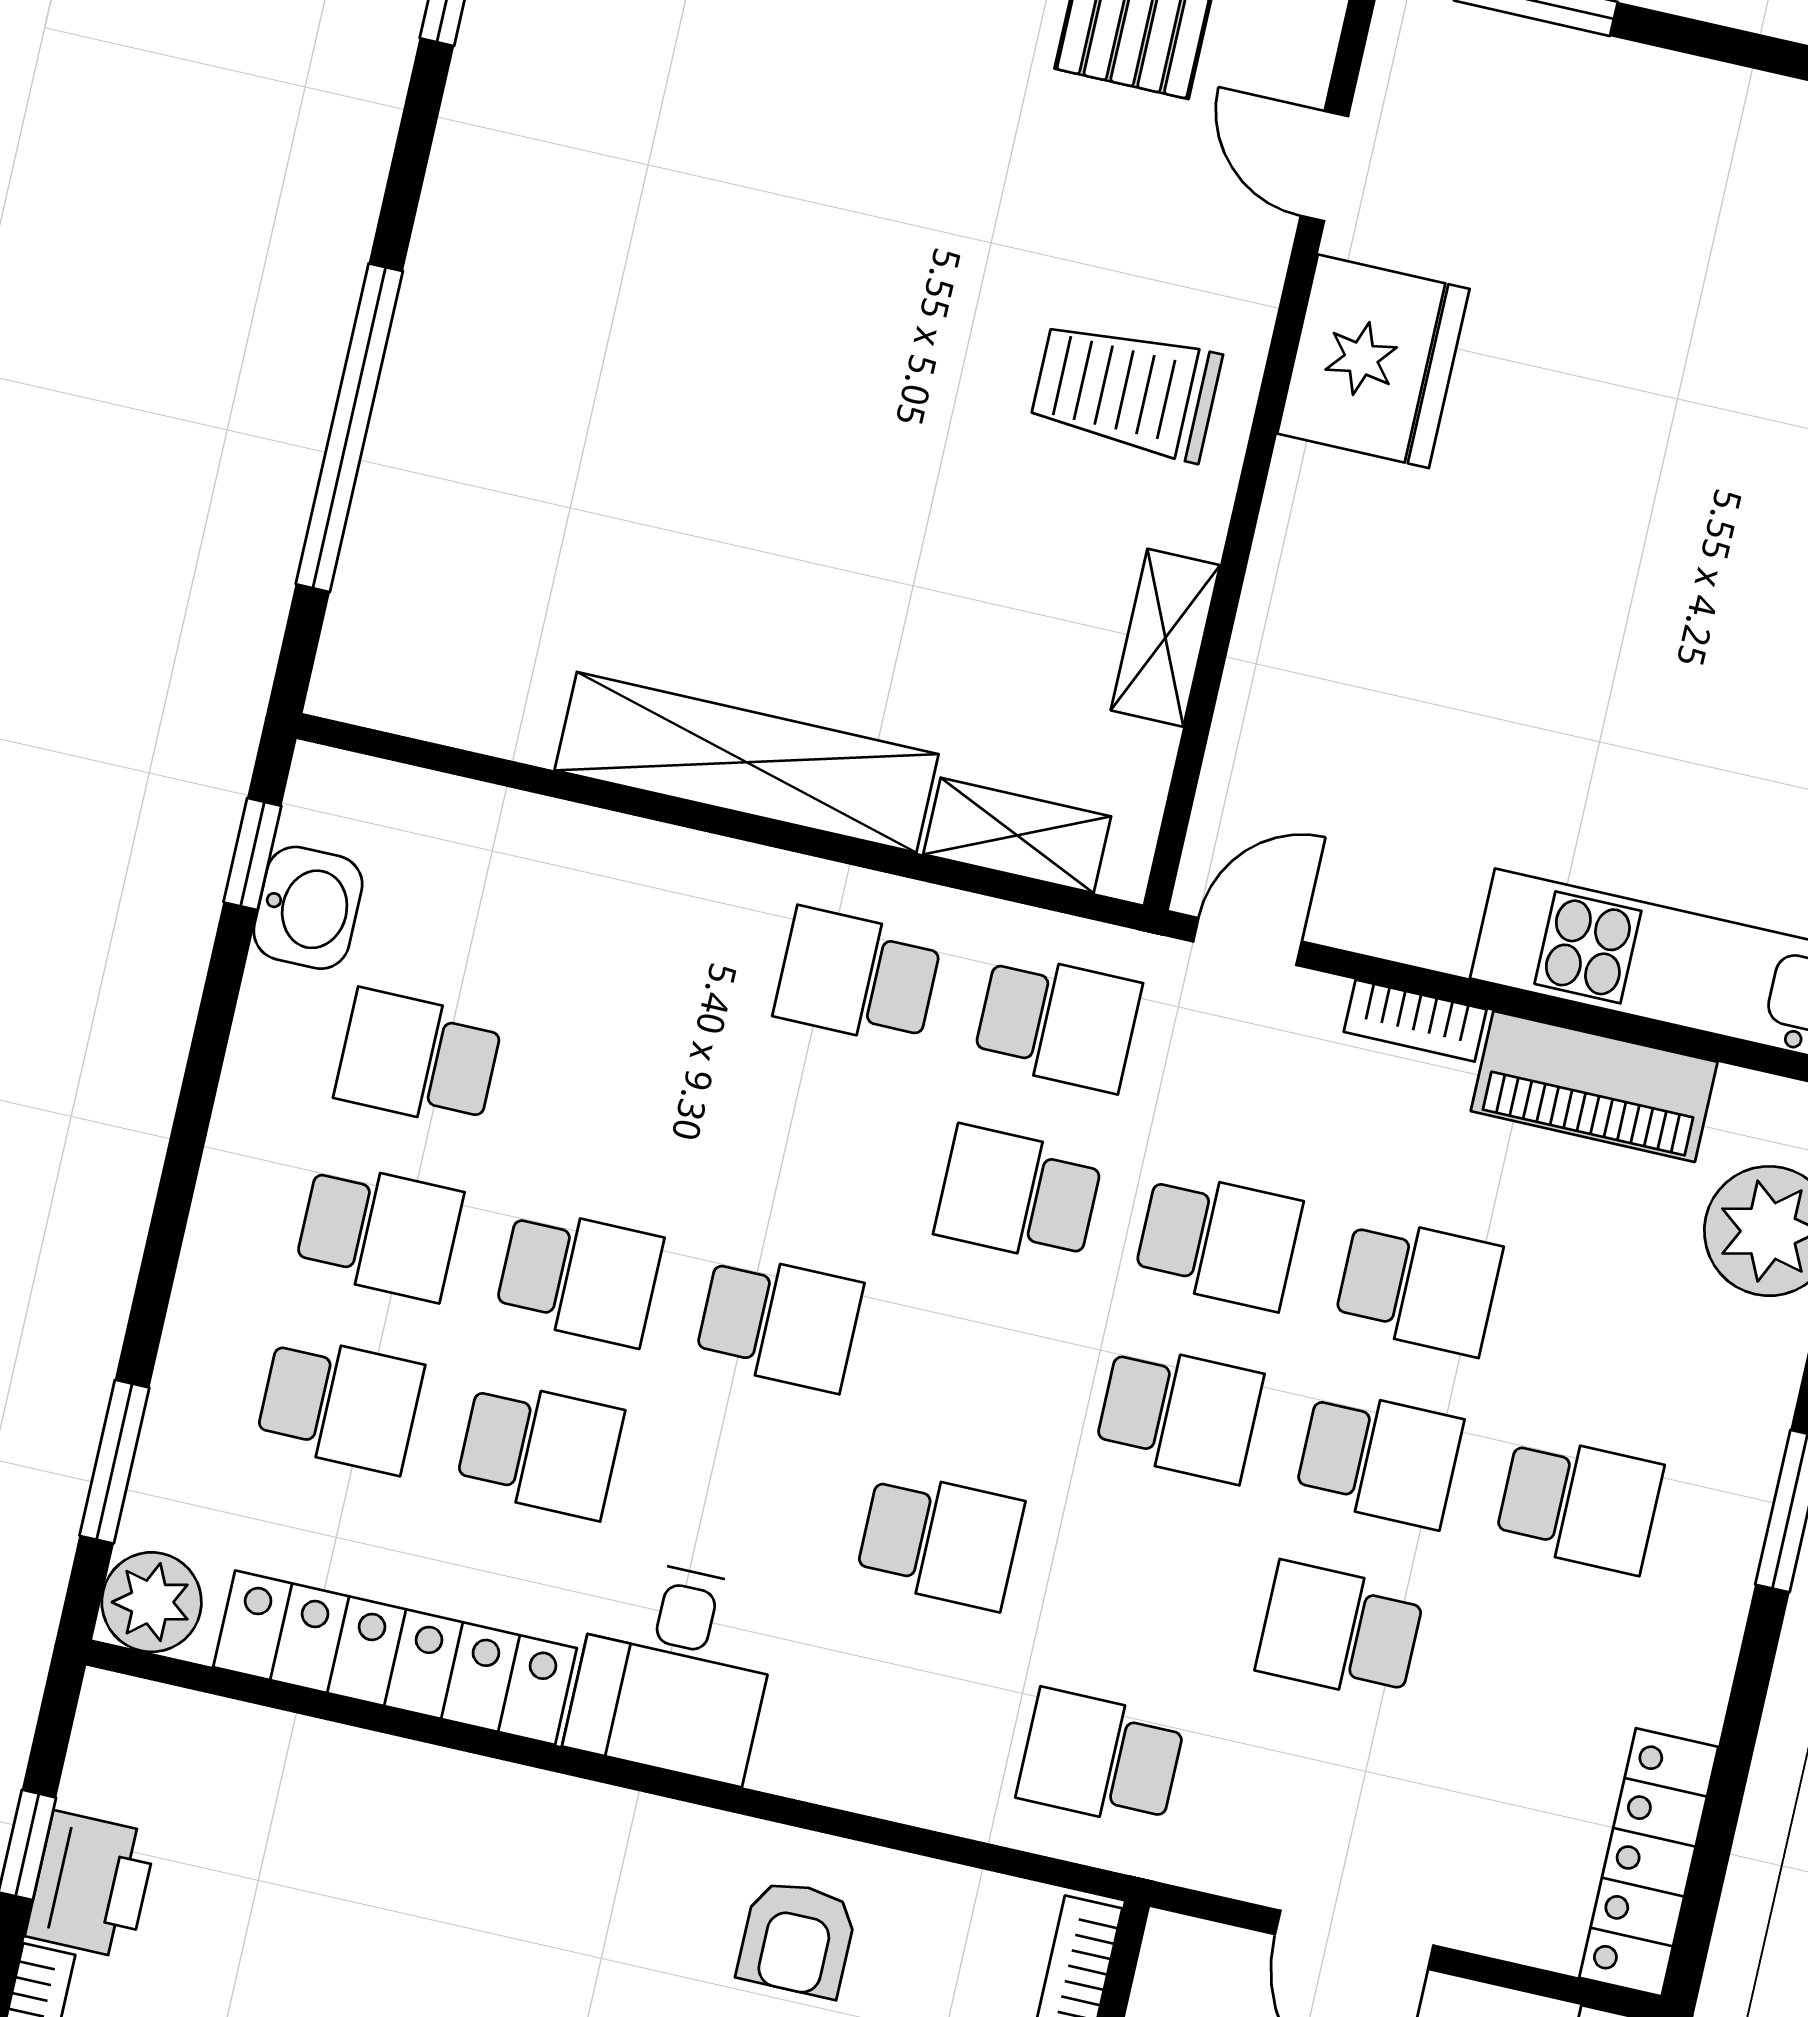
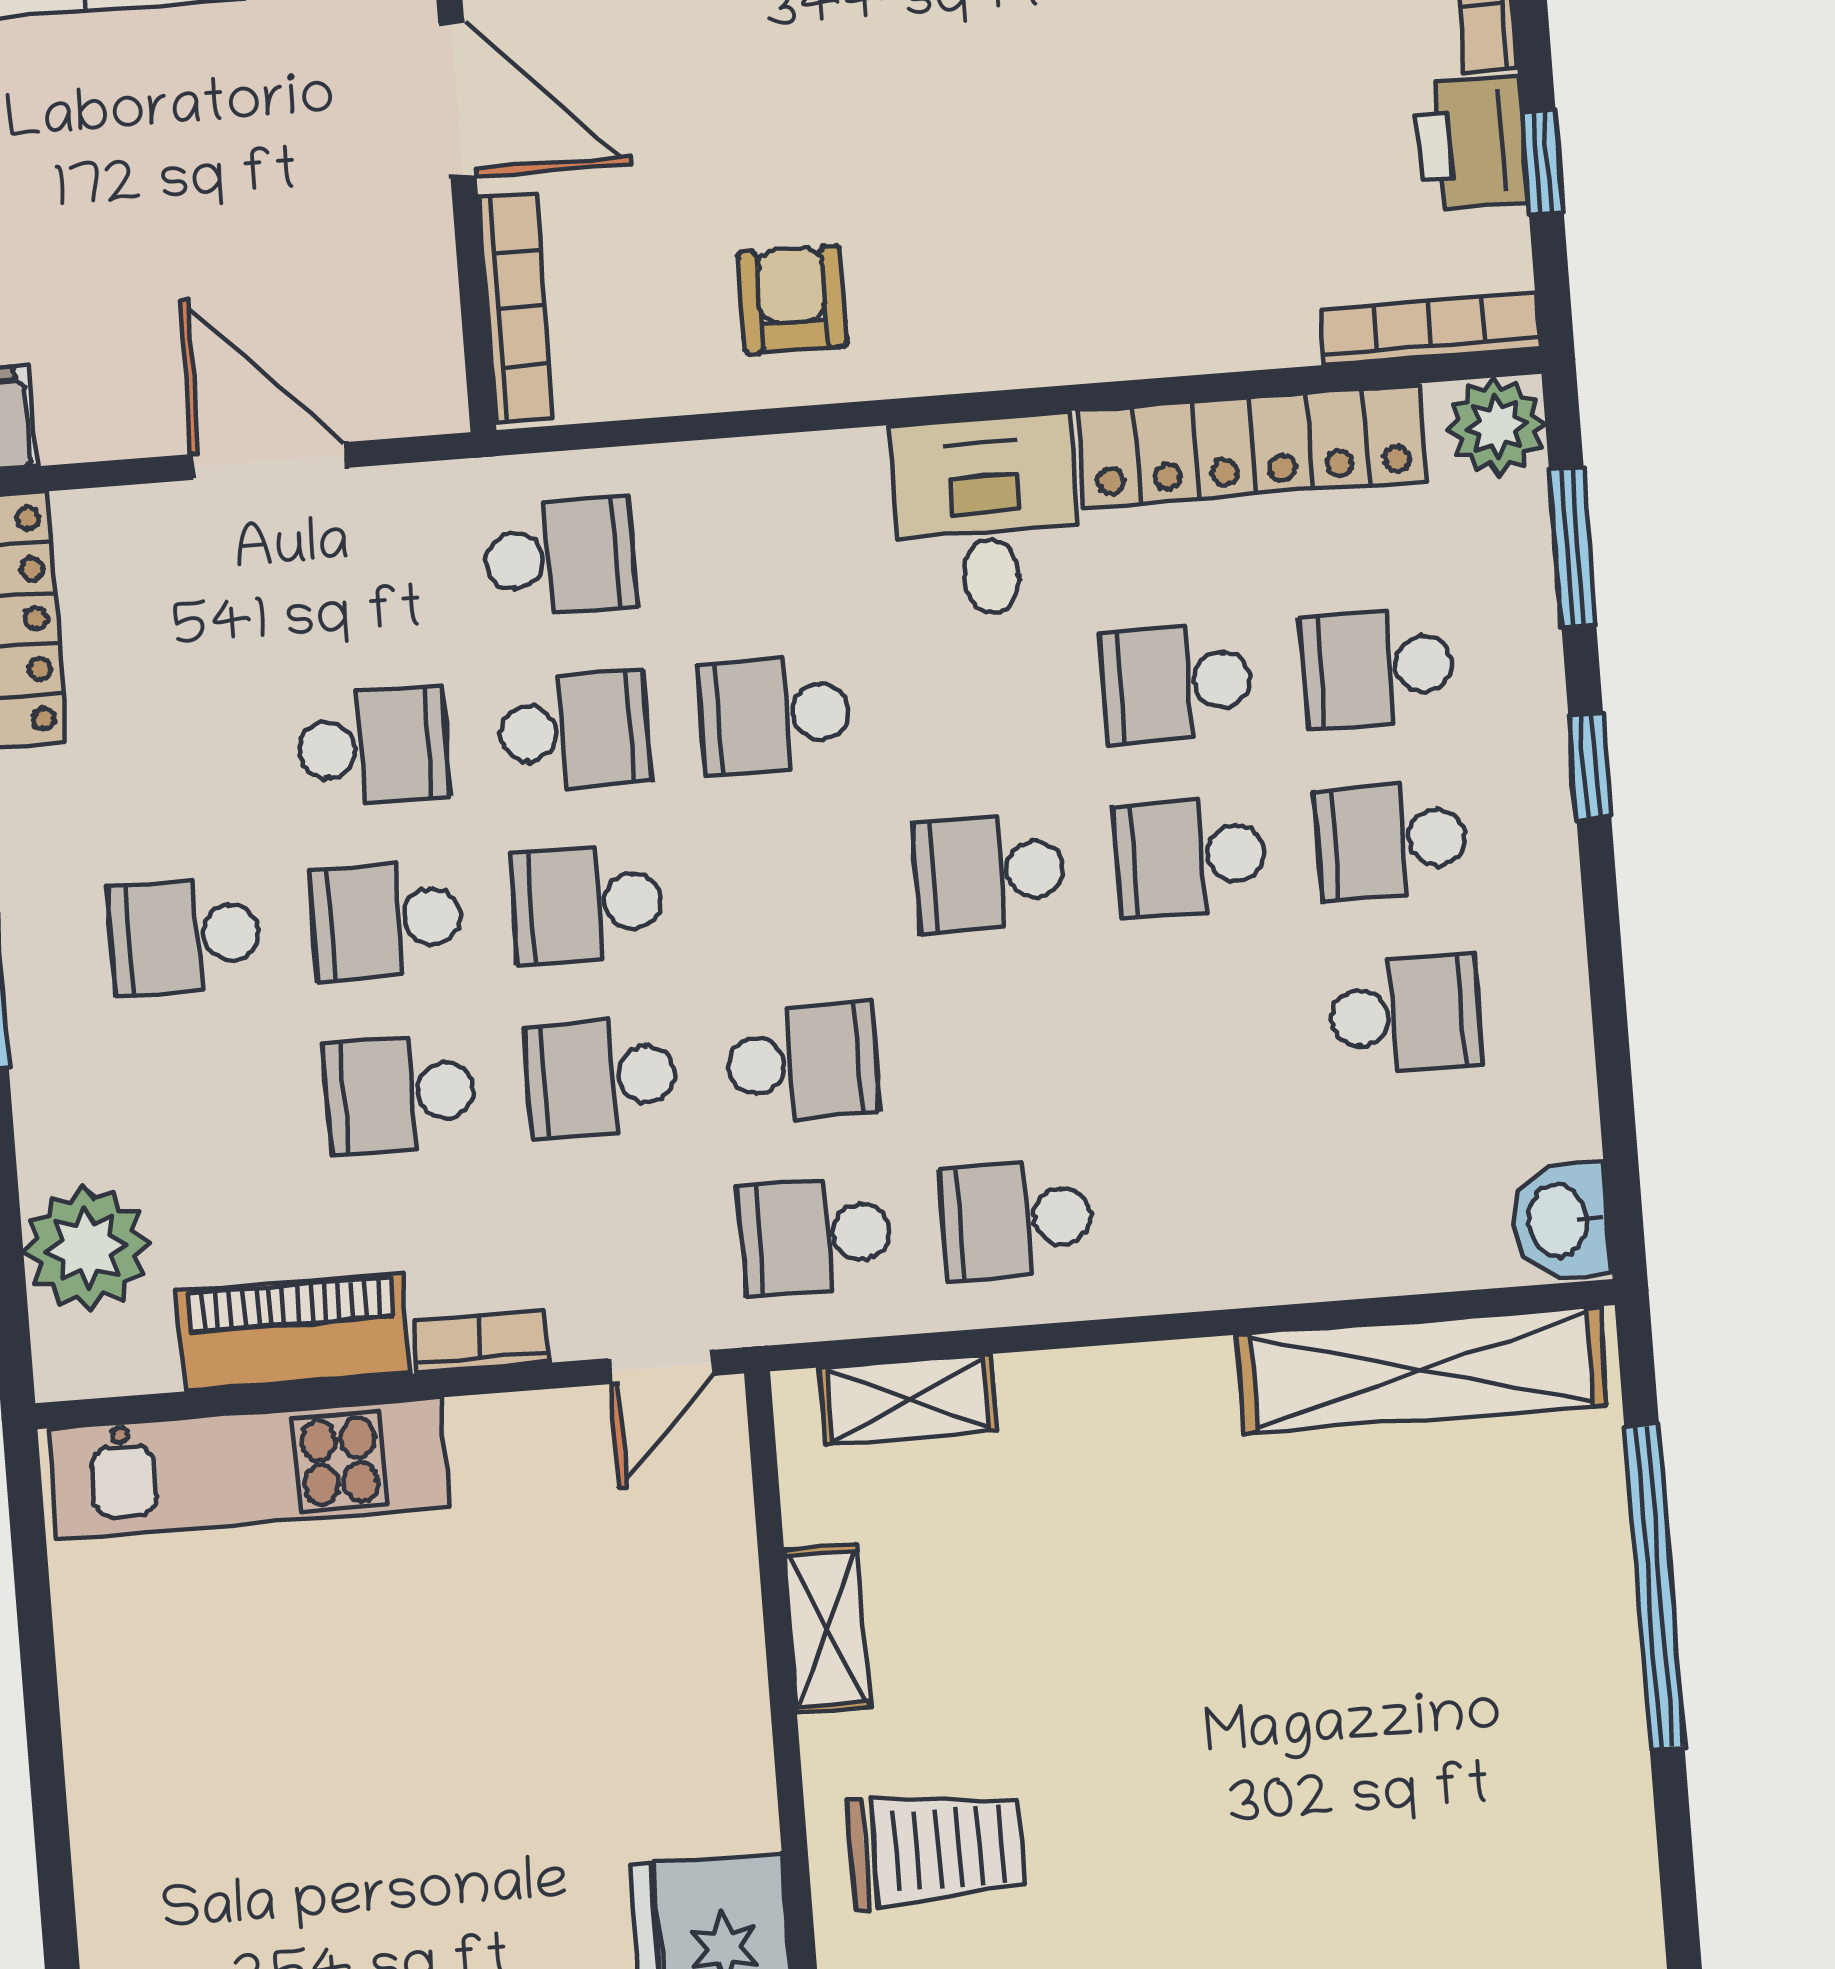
shelving: (747, 762) -> (1422, 1370), moved
window: (252, 854) -> (1590, 766), moved
washbasin: (308, 908) -> (1560, 1220), moved
school desk: (858, 977) -> (1017, 1220), turned 180
school desk: (1140, 1586) -> (574, 731), added
bookcase: (187, 1717) -> (1430, 329), added

